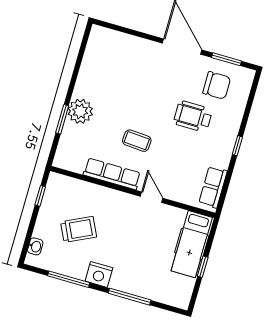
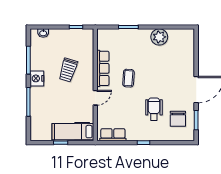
plant: (80, 111) -> (159, 37), moved
trolley: (79, 229) -> (68, 70), moved, turned 43

